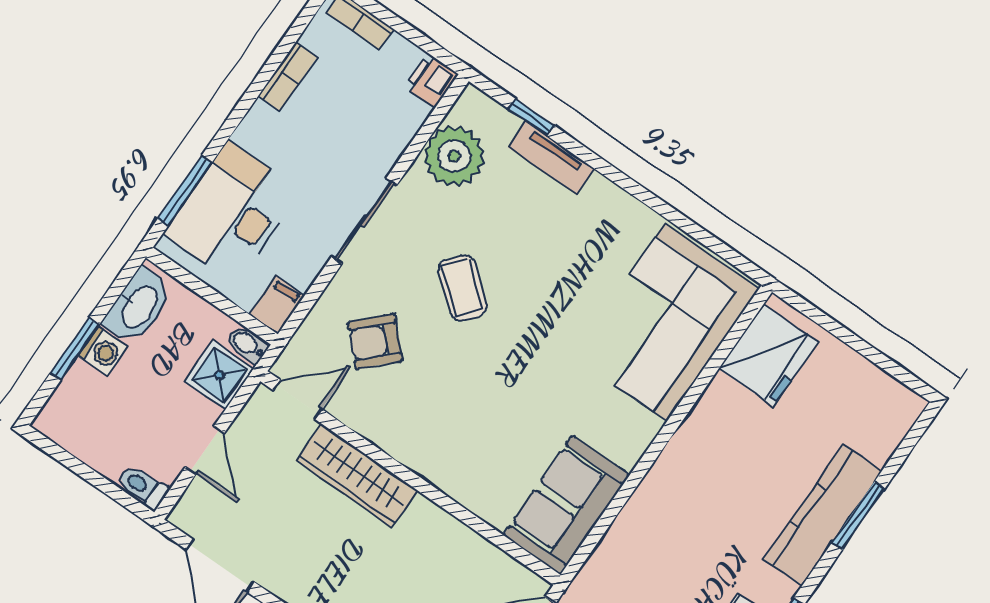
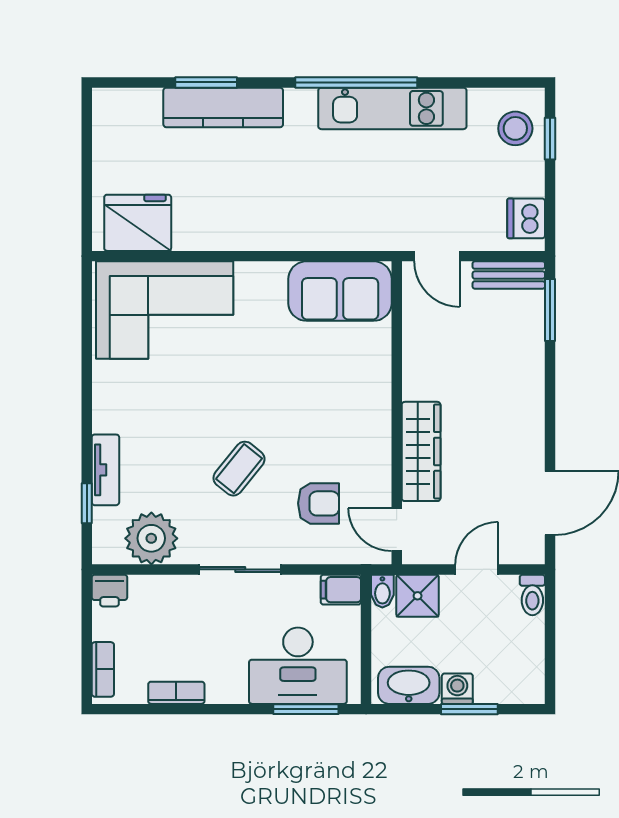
armchair: (375, 341) -> (319, 503), turned -45

